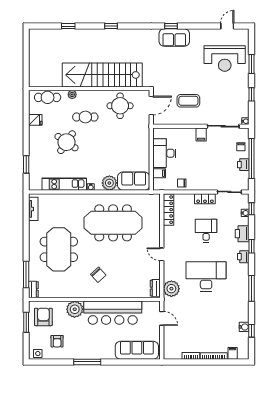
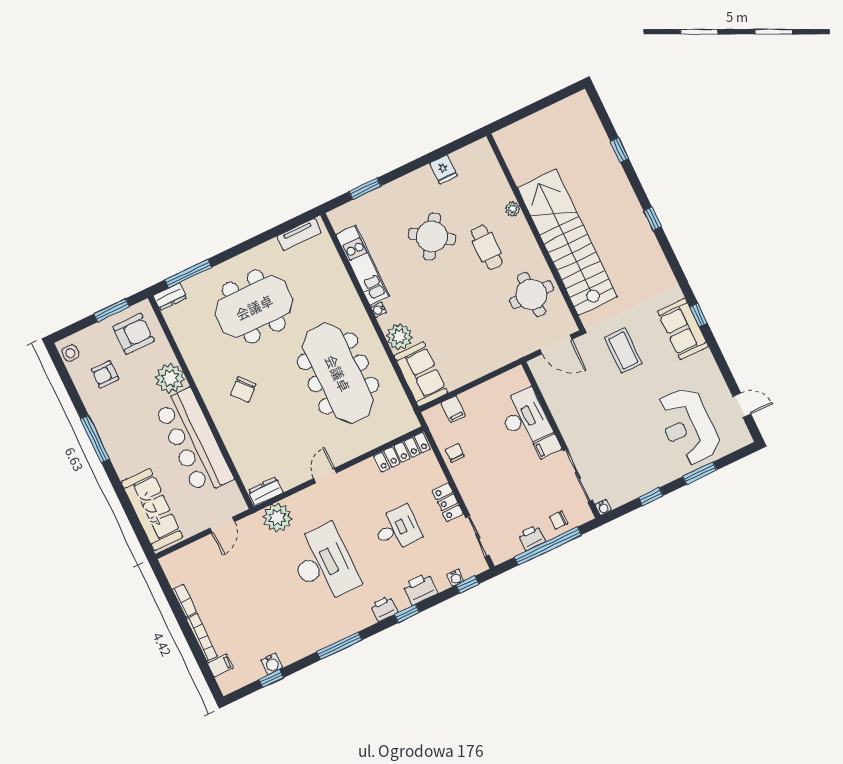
cafe table: (48, 97) -> (489, 172), removed
coffee table: (188, 101) -> (623, 350), moved
desk: (164, 153) -> (525, 418), moved, turned 90

